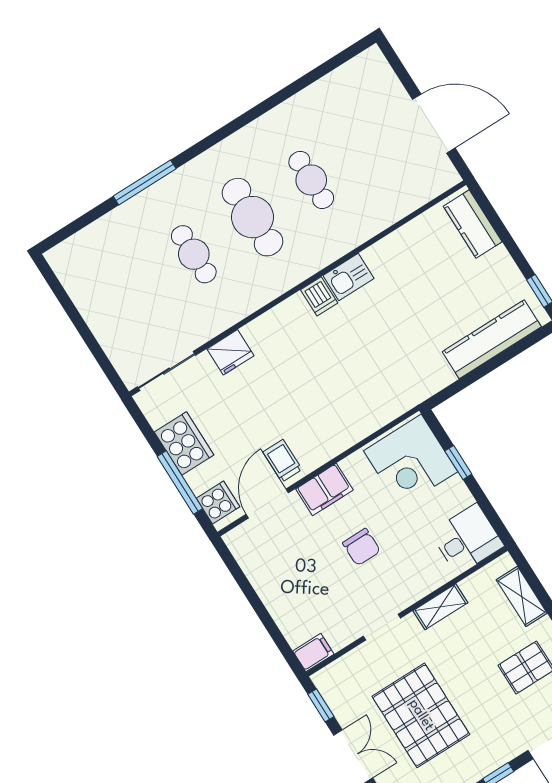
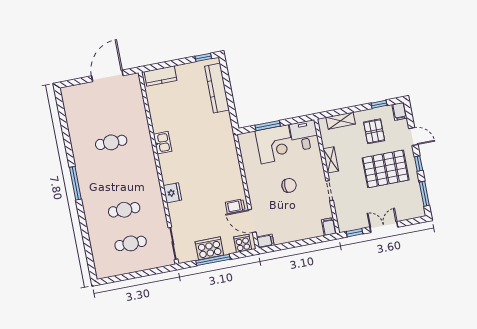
window: (145, 182) -> (75, 183), moved
cafe table: (252, 217) -> (131, 243), moved, width x0.73, depth x0.74
dishwasher: (319, 296) -> (166, 160), removed
fridge: (230, 352) -> (172, 193), moved
corner desk: (411, 461) -> (275, 144), moved
window: (458, 463) -> (268, 126), width x1.50
window: (180, 482) -> (213, 260), moved
filing cabinet: (324, 489) -> (265, 241), moved, width x0.50
pallet: (421, 715) -> (386, 169), moved

